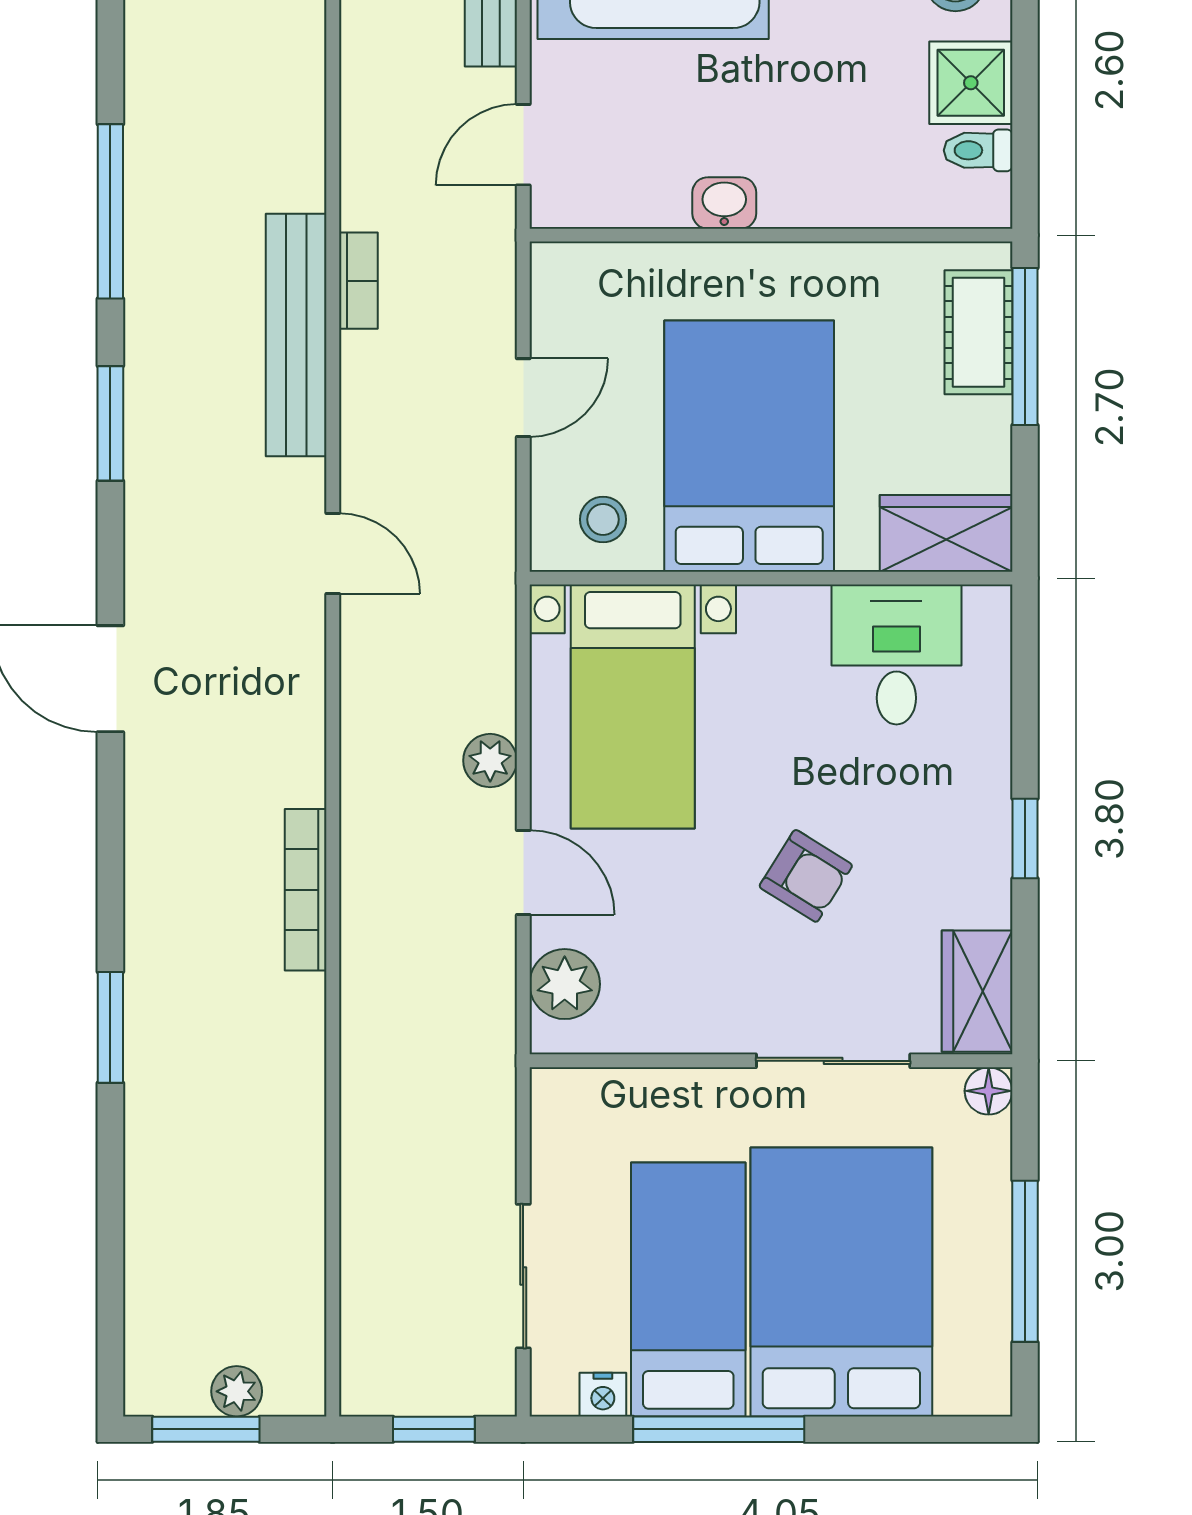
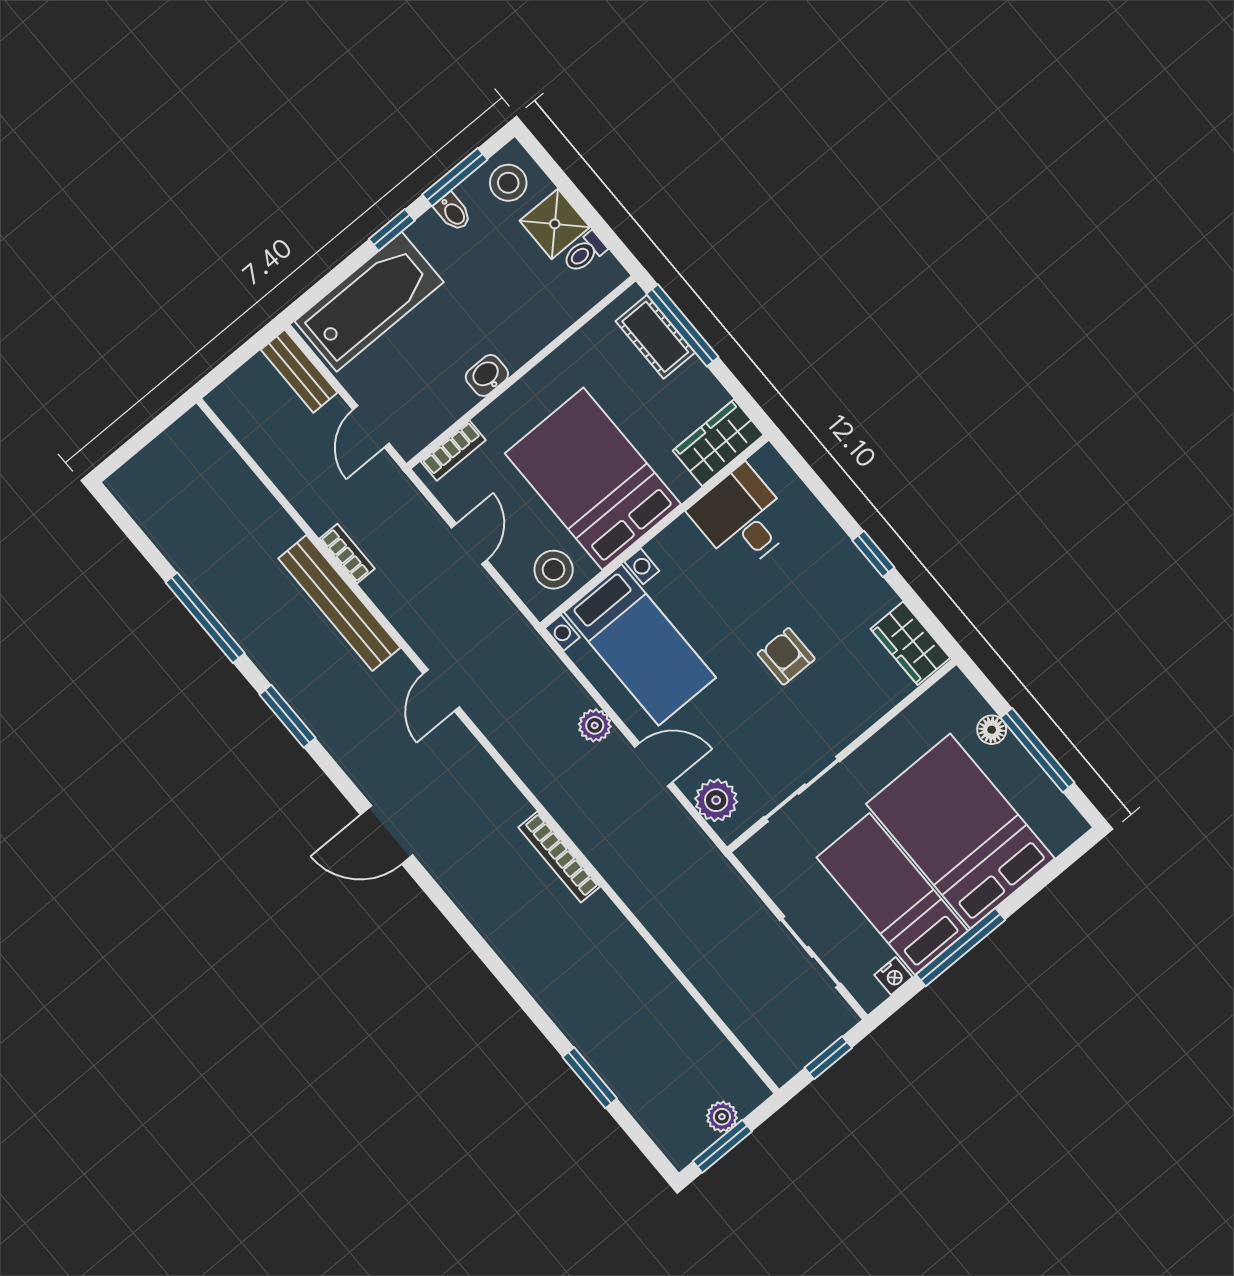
bookcase: (602, 263) -> (453, 451), added
stool: (603, 519) -> (554, 570), width x1.37, depth x1.37
door: (333, 554) -> (441, 690), swing flipped
armchair: (806, 876) -> (786, 656), turned -122
window: (110, 1027) -> (590, 1078), moved
sliding door: (833, 1061) -> (802, 789), moved
floor lamp: (989, 1091) -> (992, 730), moved

